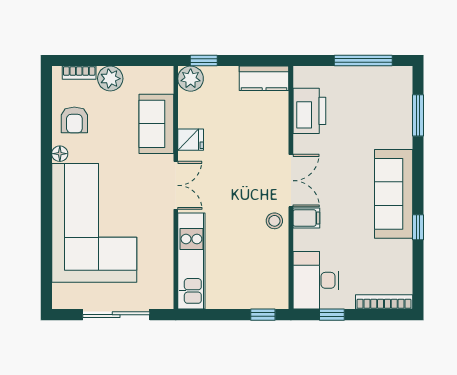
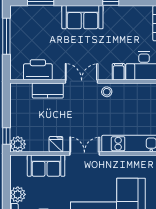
kitchen counter: (264, 78) -> (48, 91), moved, turned 90
sofa: (394, 194) -> (82, 17), width x0.73
filing cabinet: (306, 218) -> (119, 72), moved

